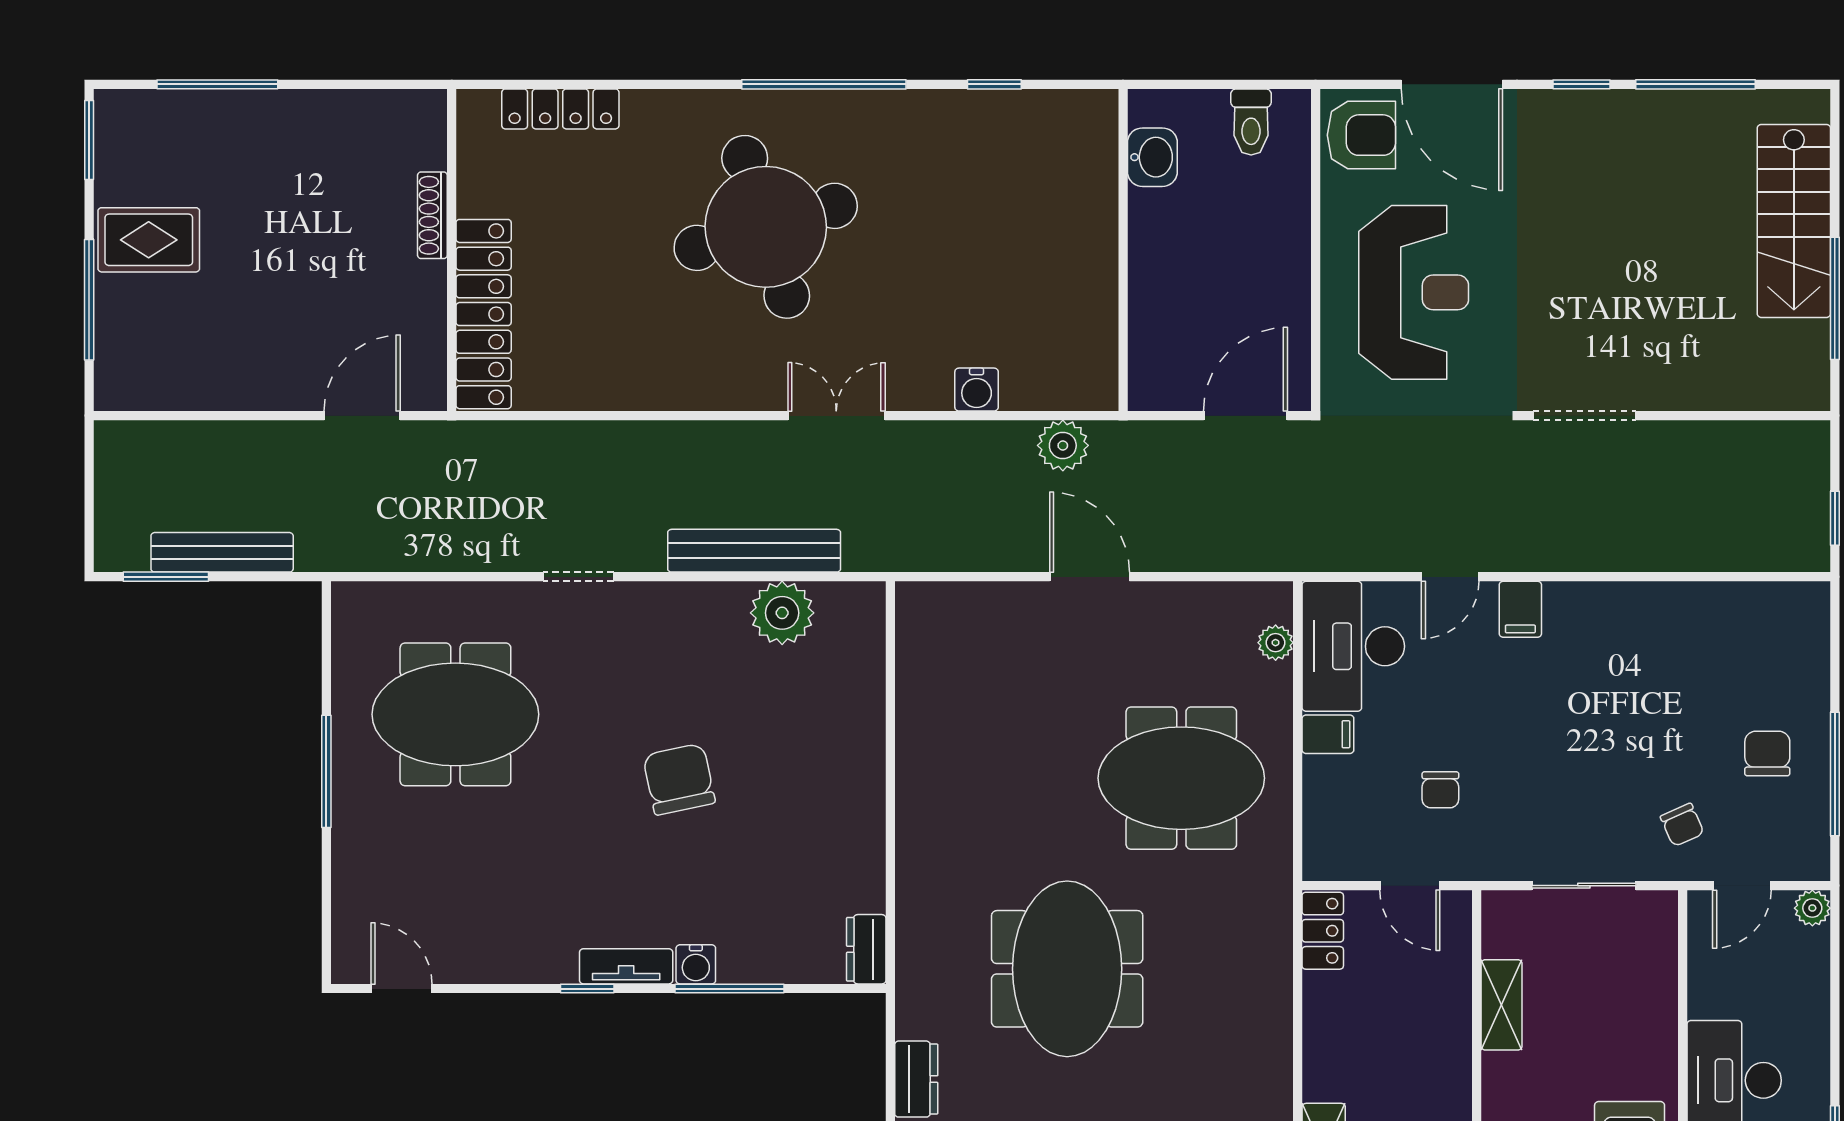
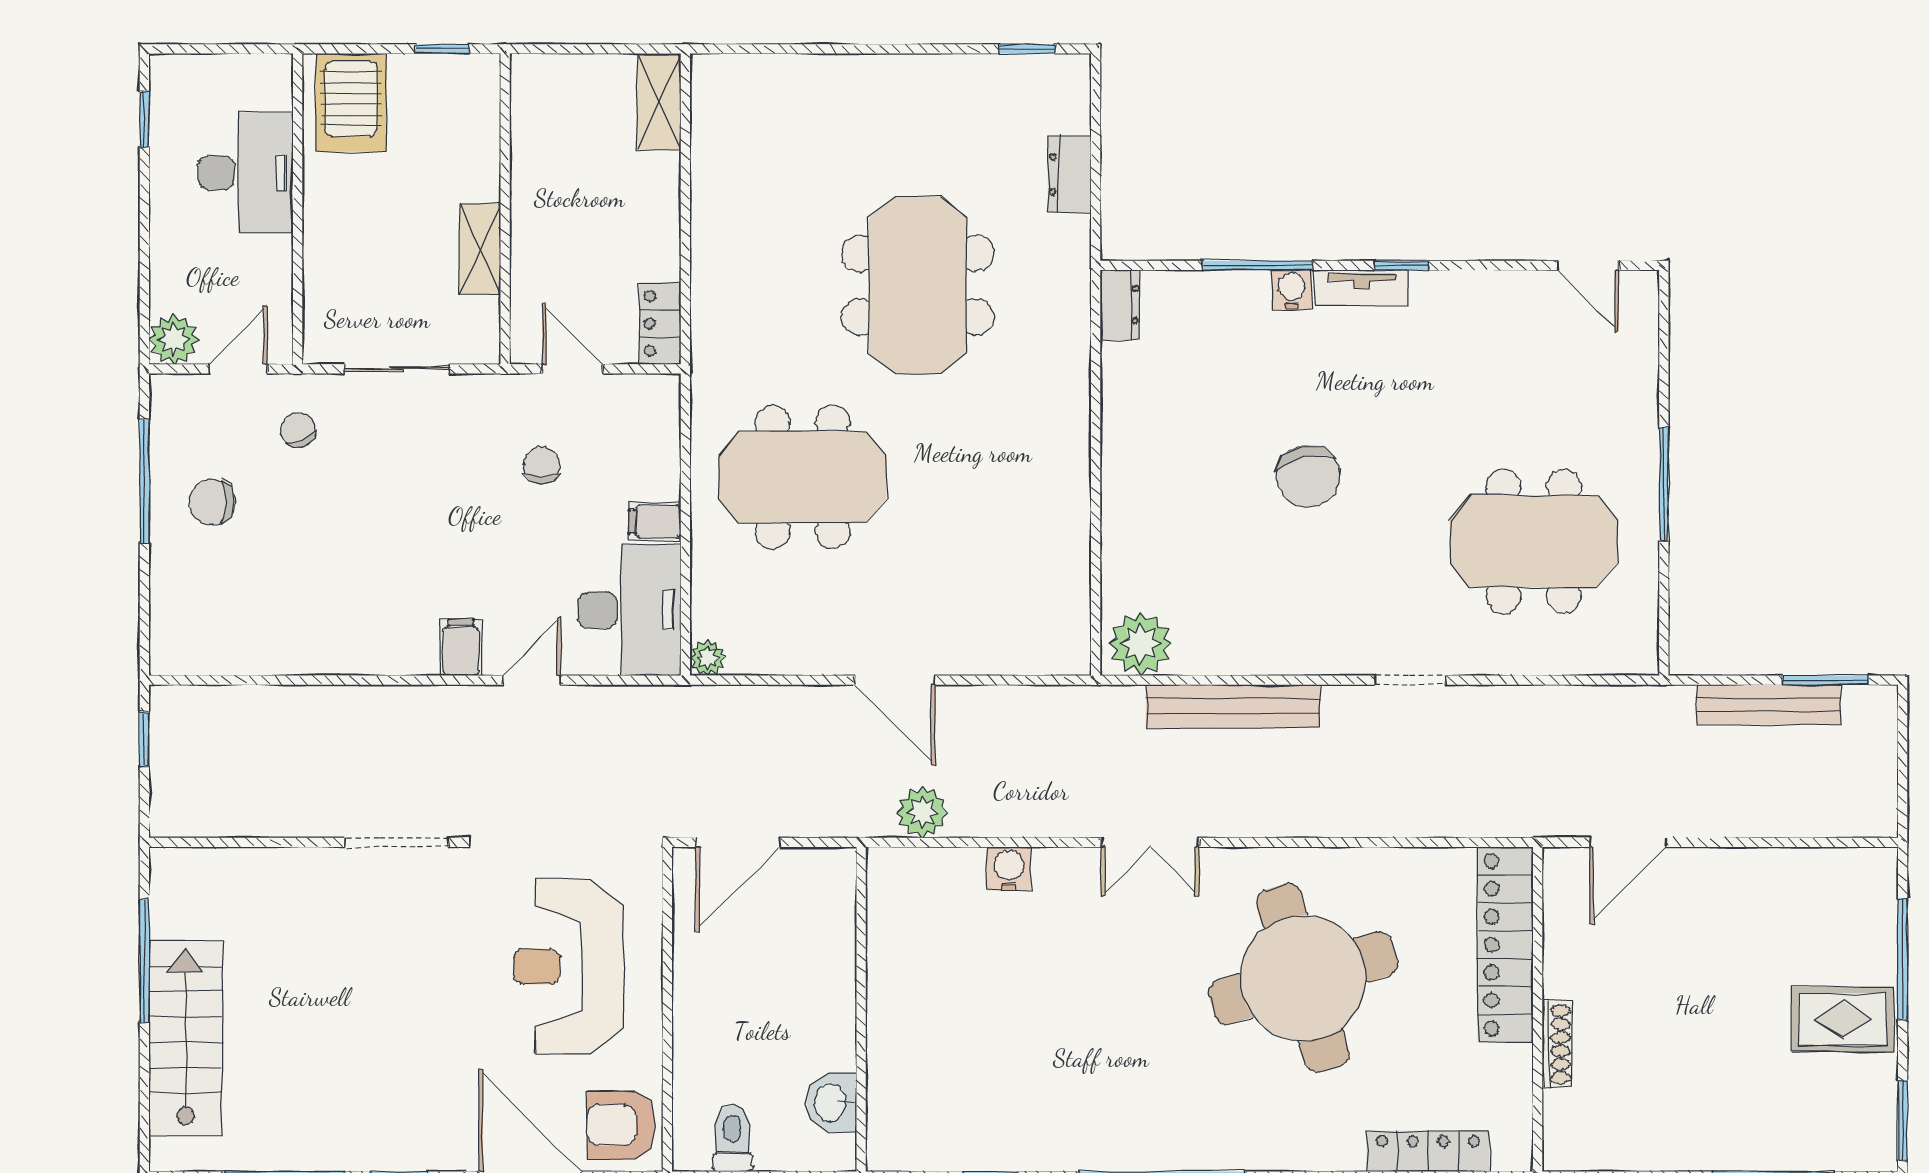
round table: (766, 227) -> (1303, 978), moved
plant: (782, 613) -> (1140, 644), moved
plant: (1276, 643) -> (708, 658), moved
chair: (1767, 753) -> (212, 502), turned 90
plant: (1812, 908) -> (174, 340), width x1.38, depth x1.38

